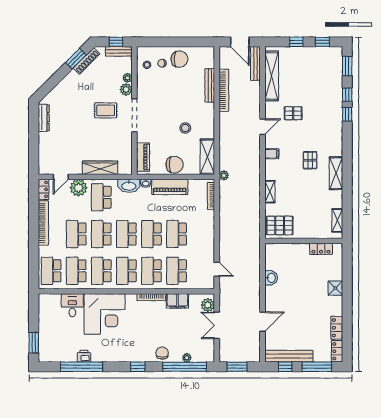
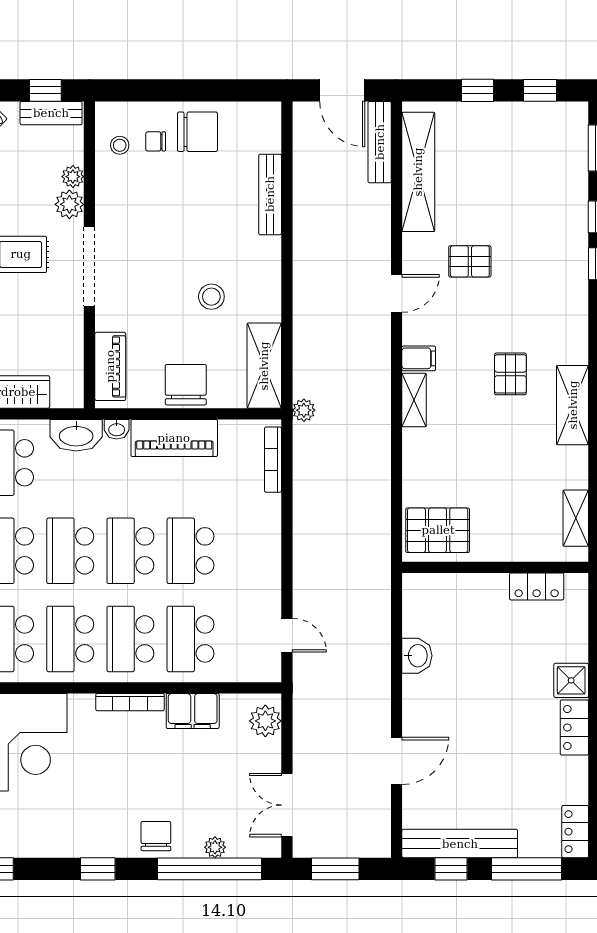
bookcase: (224, 90) -> (304, 206), removed
chair: (175, 165) -> (186, 385), turned -90
shelving: (270, 192) -> (414, 400), moved
double door: (217, 325) -> (287, 805), moved
locker: (337, 328) -> (574, 728), moved

